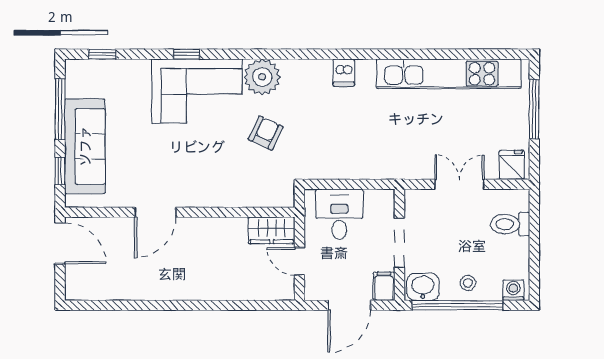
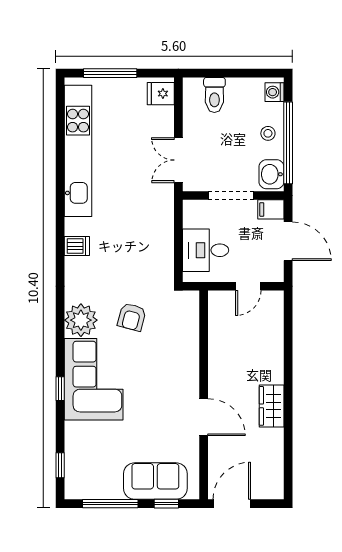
armchair: (266, 133) -> (132, 317), turned -100
sofa: (85, 146) -> (155, 481), width x0.73
double door: (459, 184) -> (178, 160), moved
wardrobe: (272, 230) -> (272, 406), moved, turned 180

